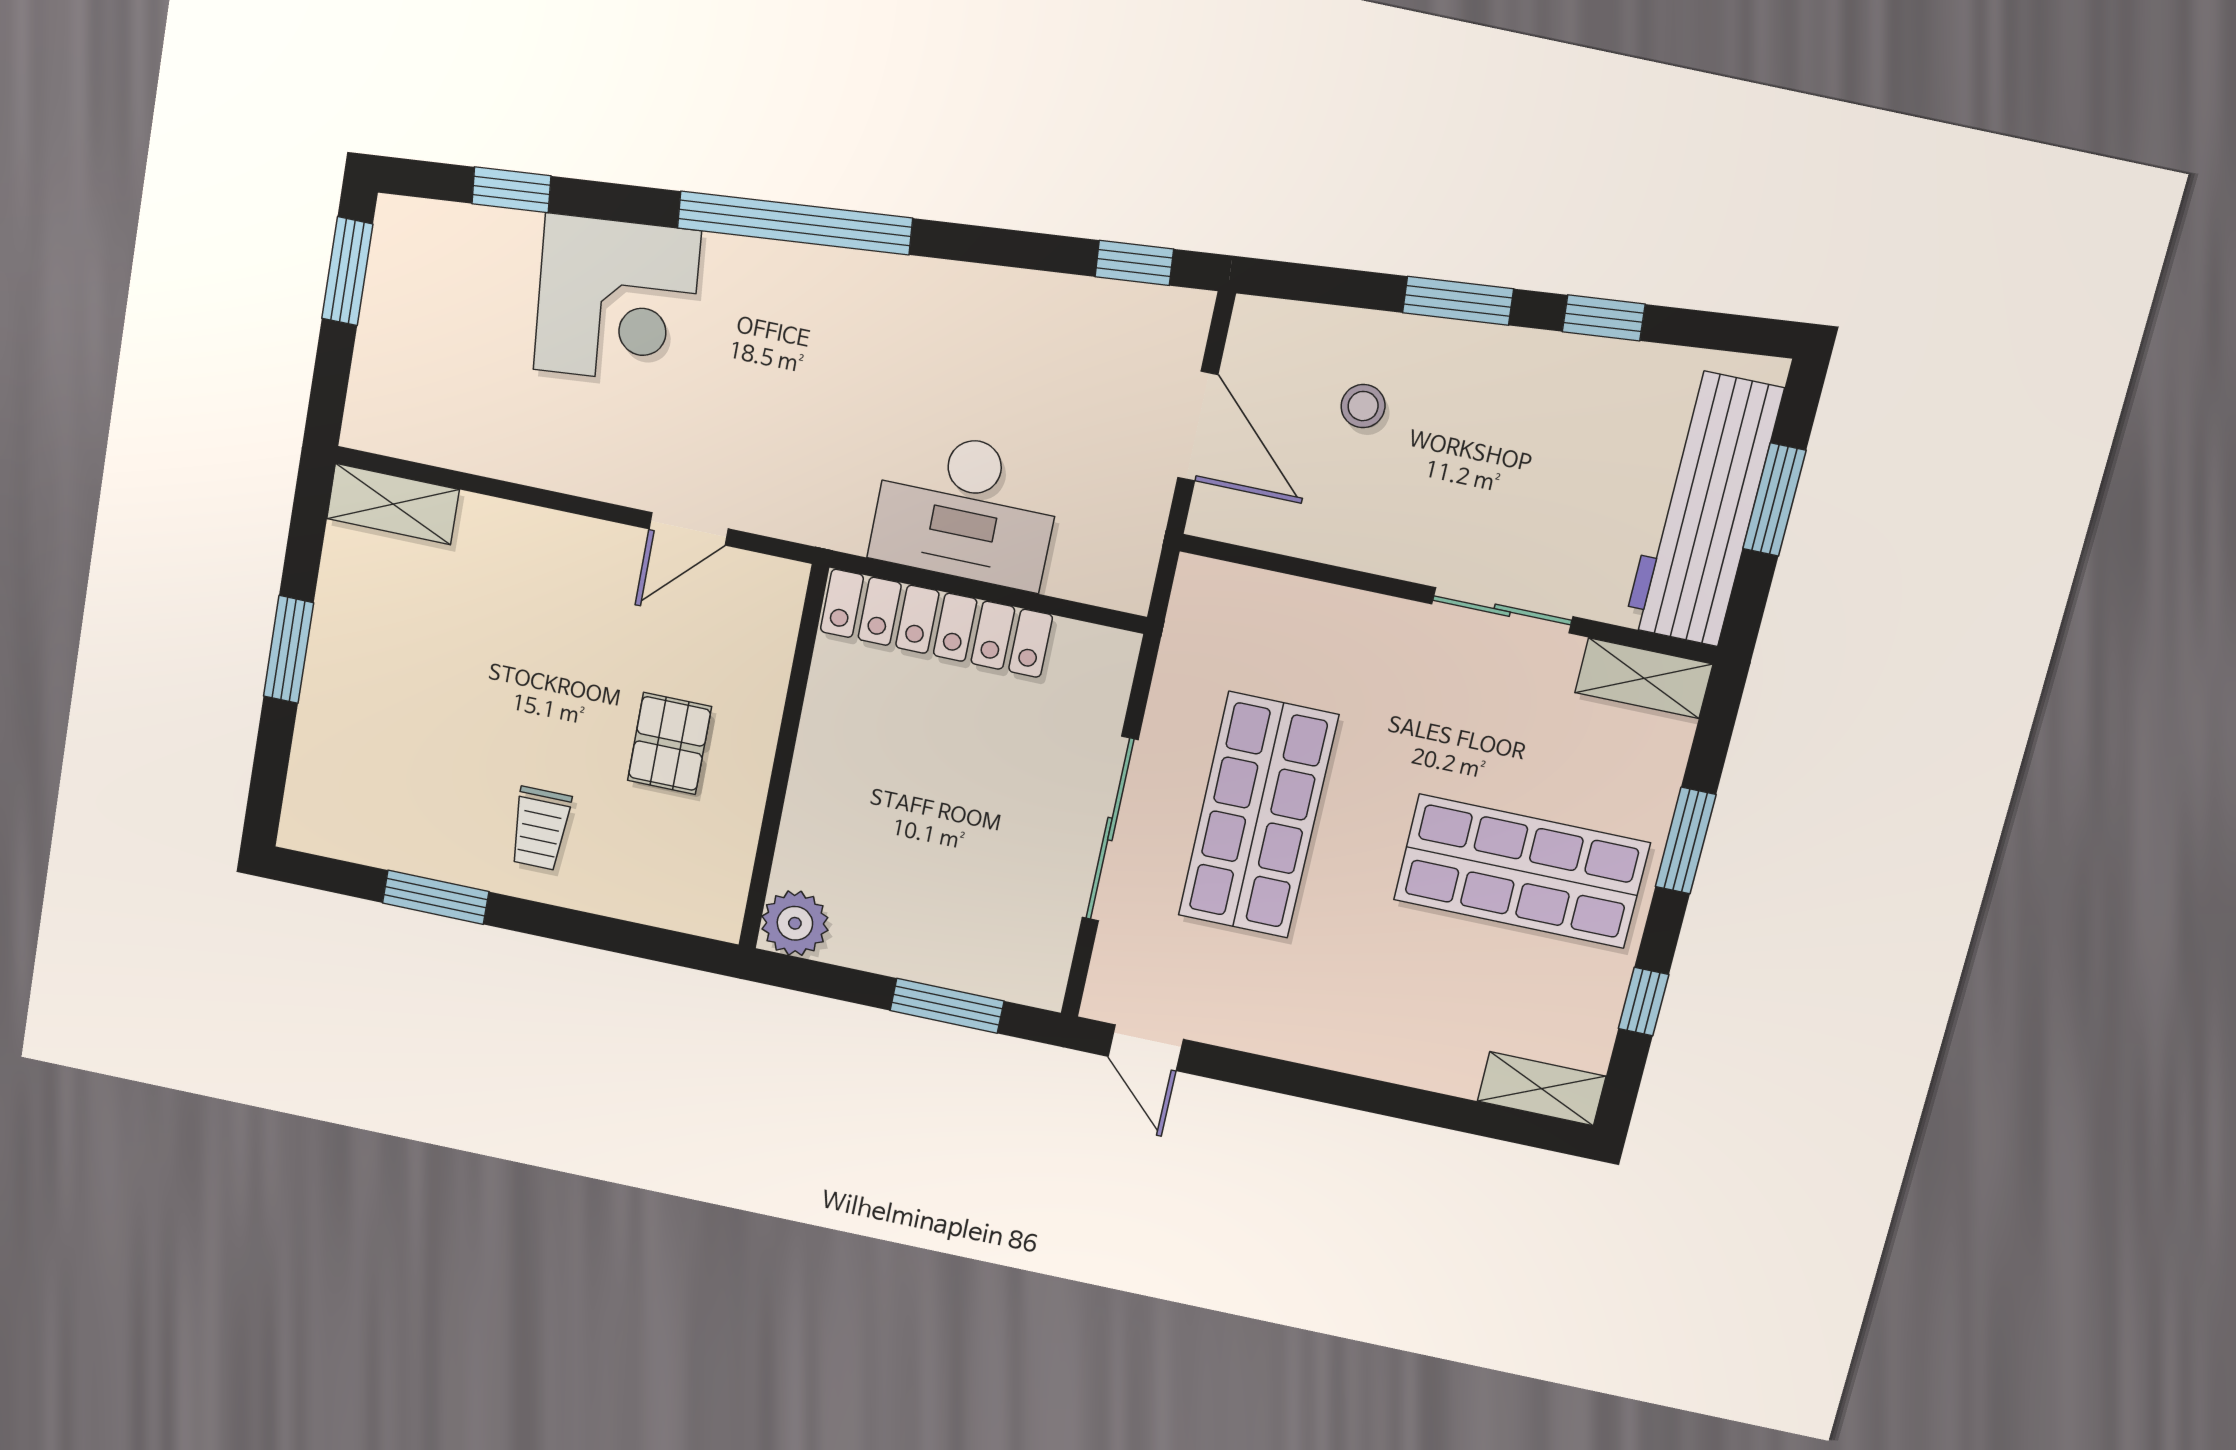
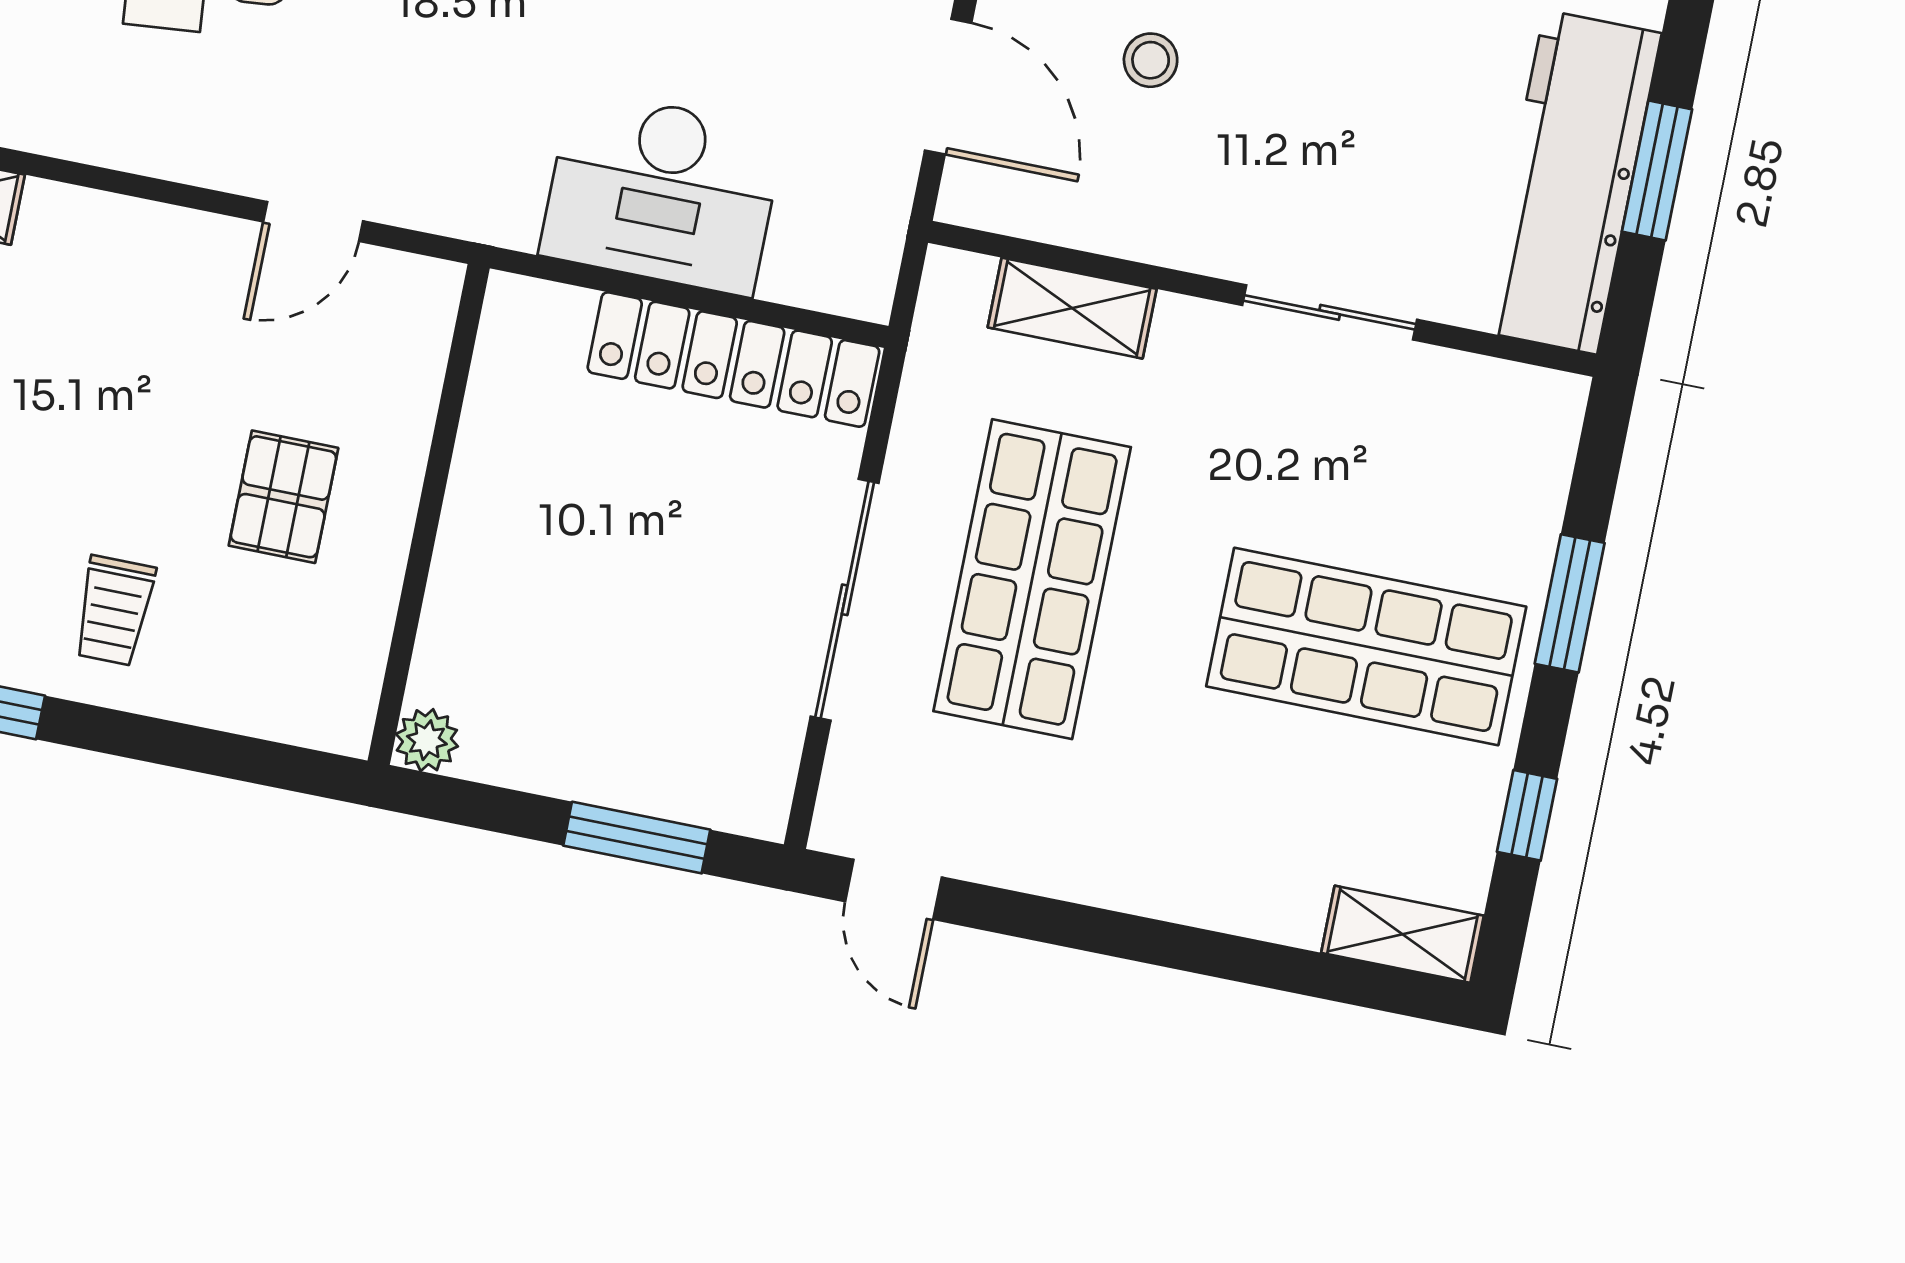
locker: (936, 623) -> (733, 359), moved
shelving: (1644, 678) -> (1072, 308), moved
plant: (795, 923) -> (427, 740), width x0.73, depth x0.73

